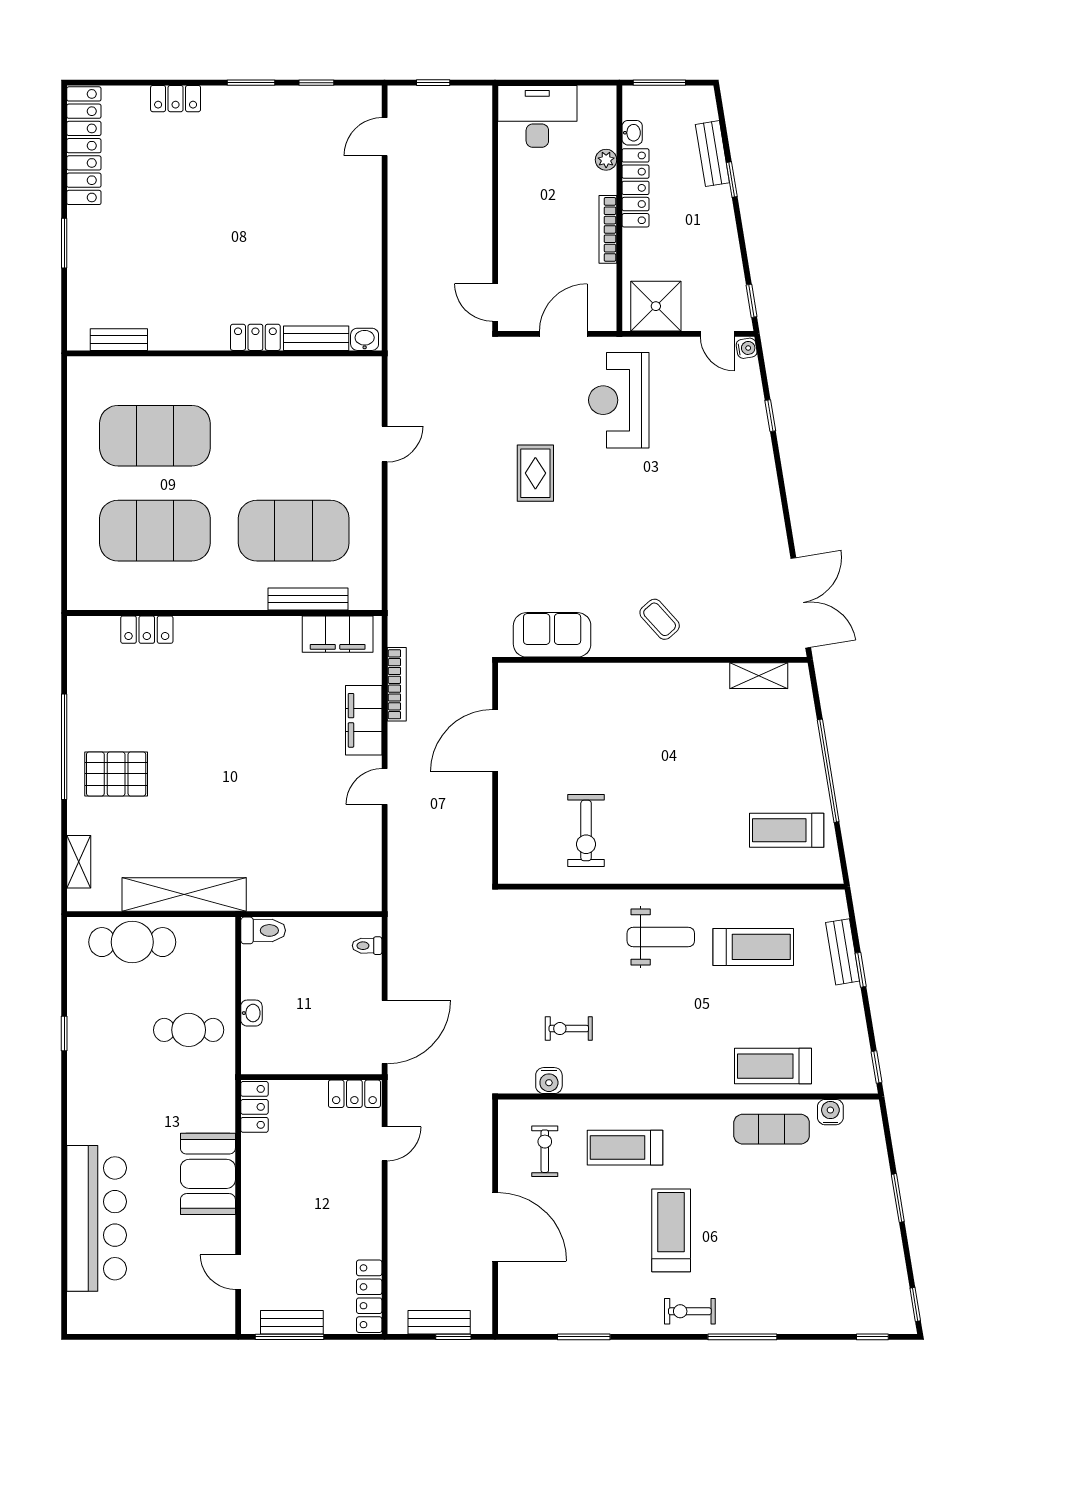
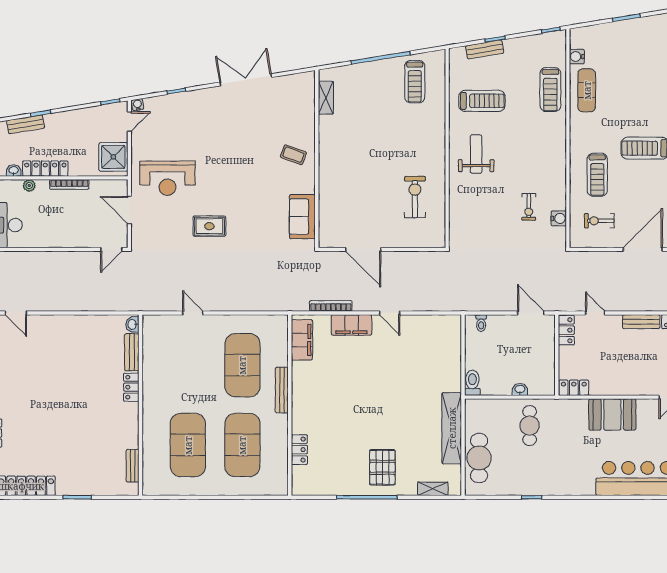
bench: (308, 599) -> (282, 390), moved
double door: (801, 603) -> (246, 80), moved
coffee table: (660, 619) -> (293, 155), turned 62
exercise bike: (586, 831) -> (415, 197), turned -90
treadmill: (753, 947) -> (482, 101), turned 90
door: (385, 1032) -> (531, 313), width x0.73
bench: (369, 1224) -> (641, 322), added

